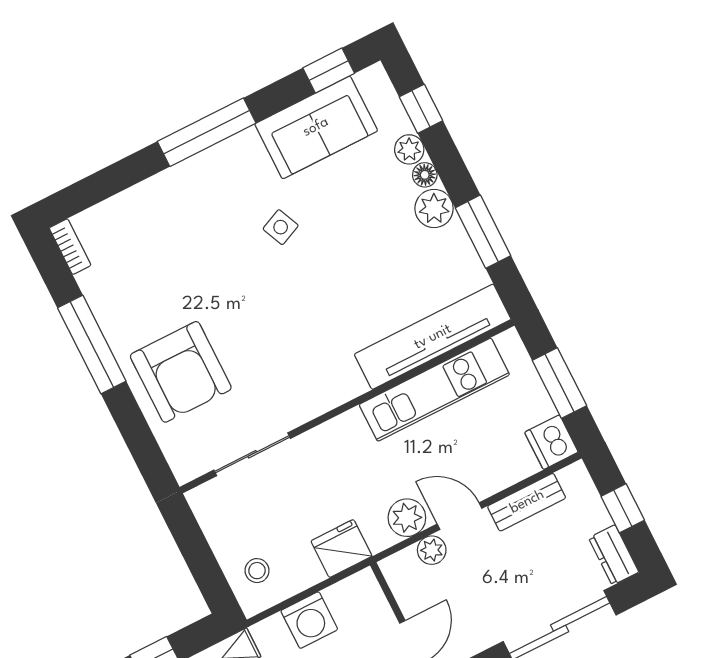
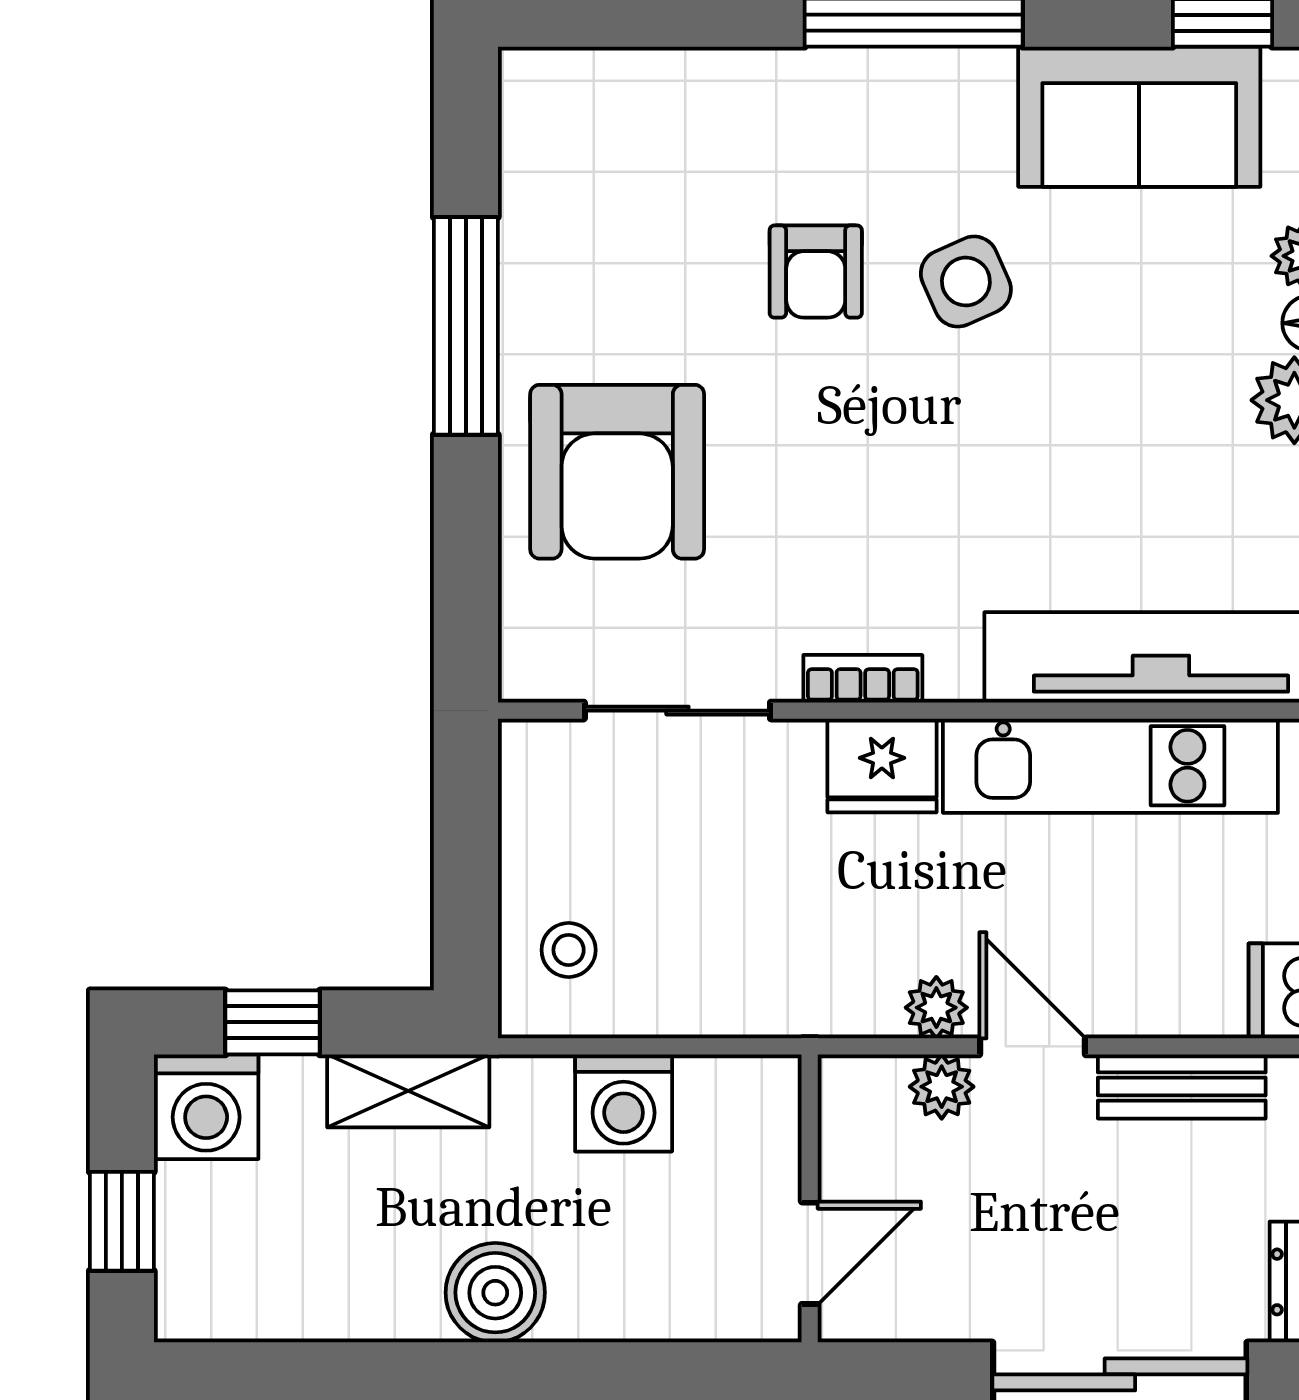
side table: (281, 227) -> (966, 282), width x1.37, depth x1.37
bookcase: (70, 247) -> (863, 679), moved, turned -90
armchair: (219, 253) -> (816, 272), added
plant: (407, 518) -> (936, 1008), width x0.73, depth x0.73
fridge: (341, 549) -> (882, 766), moved, turned 180

